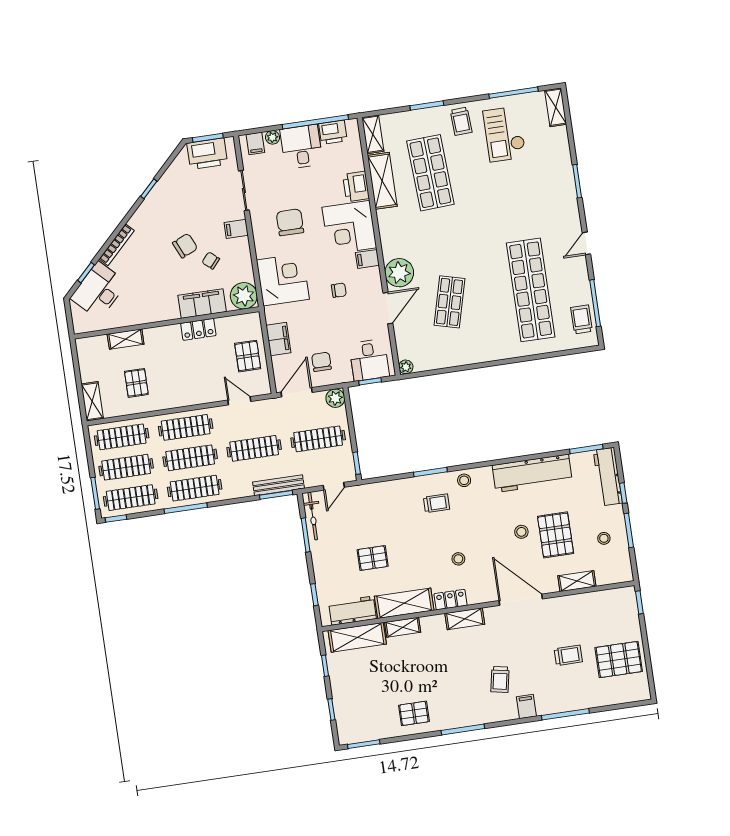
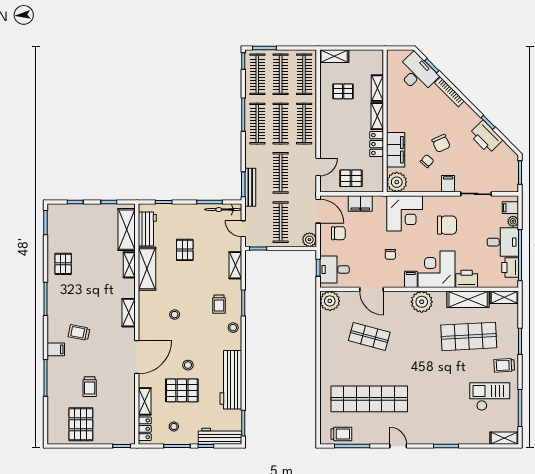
printer: (207, 154) -> (486, 137), moved, turned -45
plant: (399, 273) -> (422, 302), moved
shelving: (162, 334) -> (377, 116), added
plant: (406, 367) -> (330, 301), width x1.88, depth x1.88
shelving: (383, 489) -> (235, 265), added
locker: (450, 600) -> (145, 429), moved

